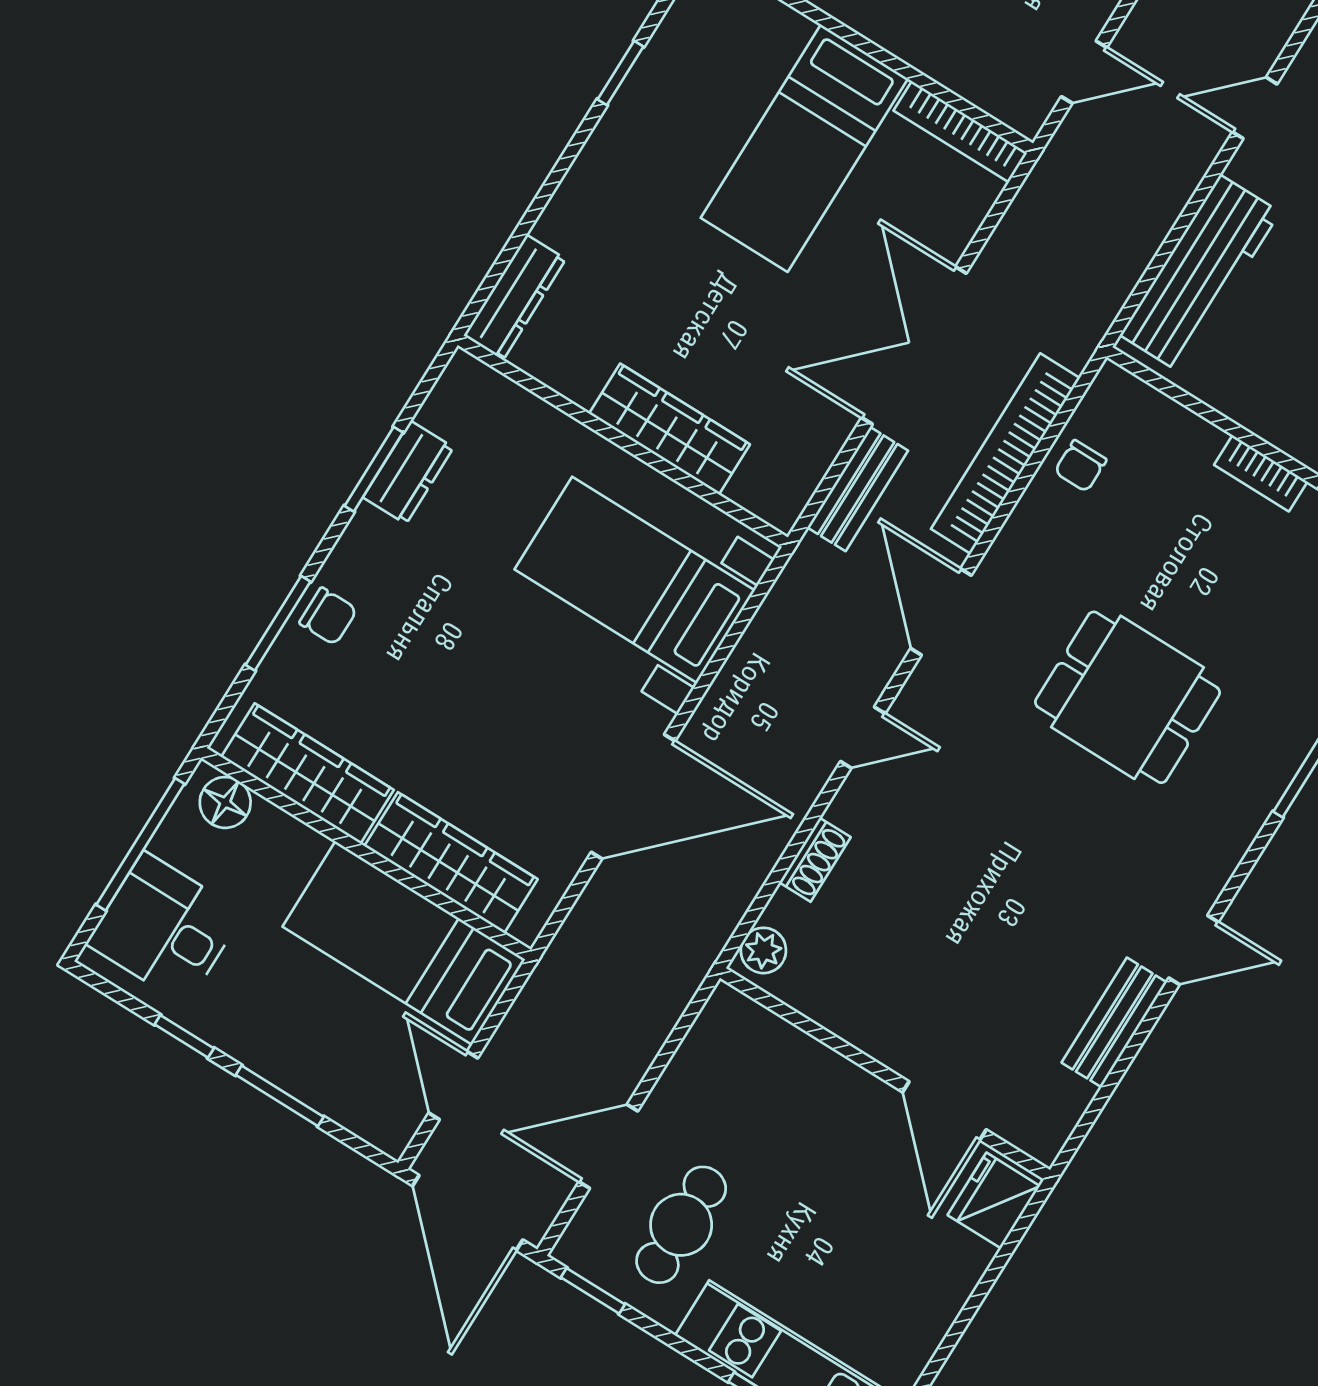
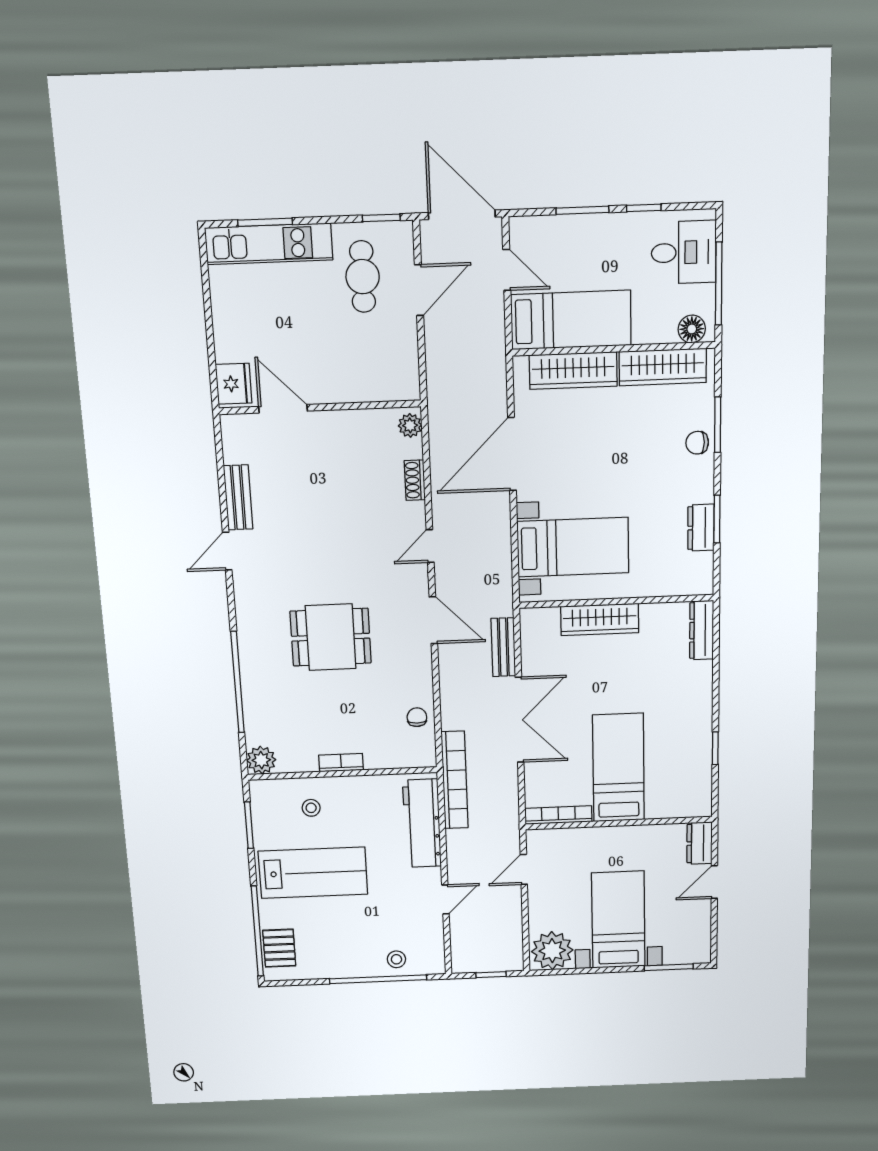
bookcase: (1005, 453) -> (455, 780), moved

